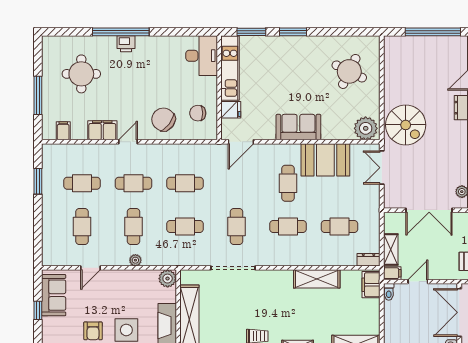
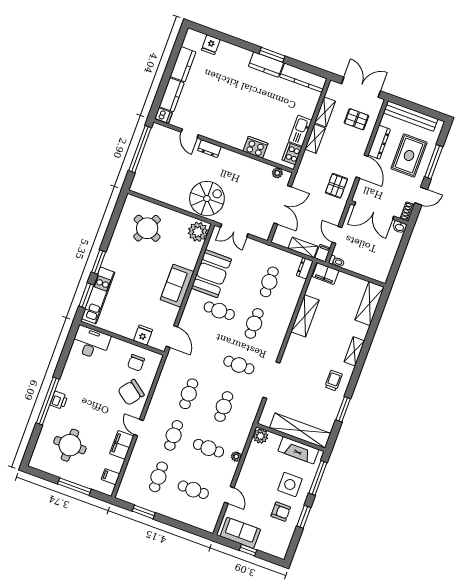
kitchen unit: (230, 68) -> (98, 295), moved, turned 90

